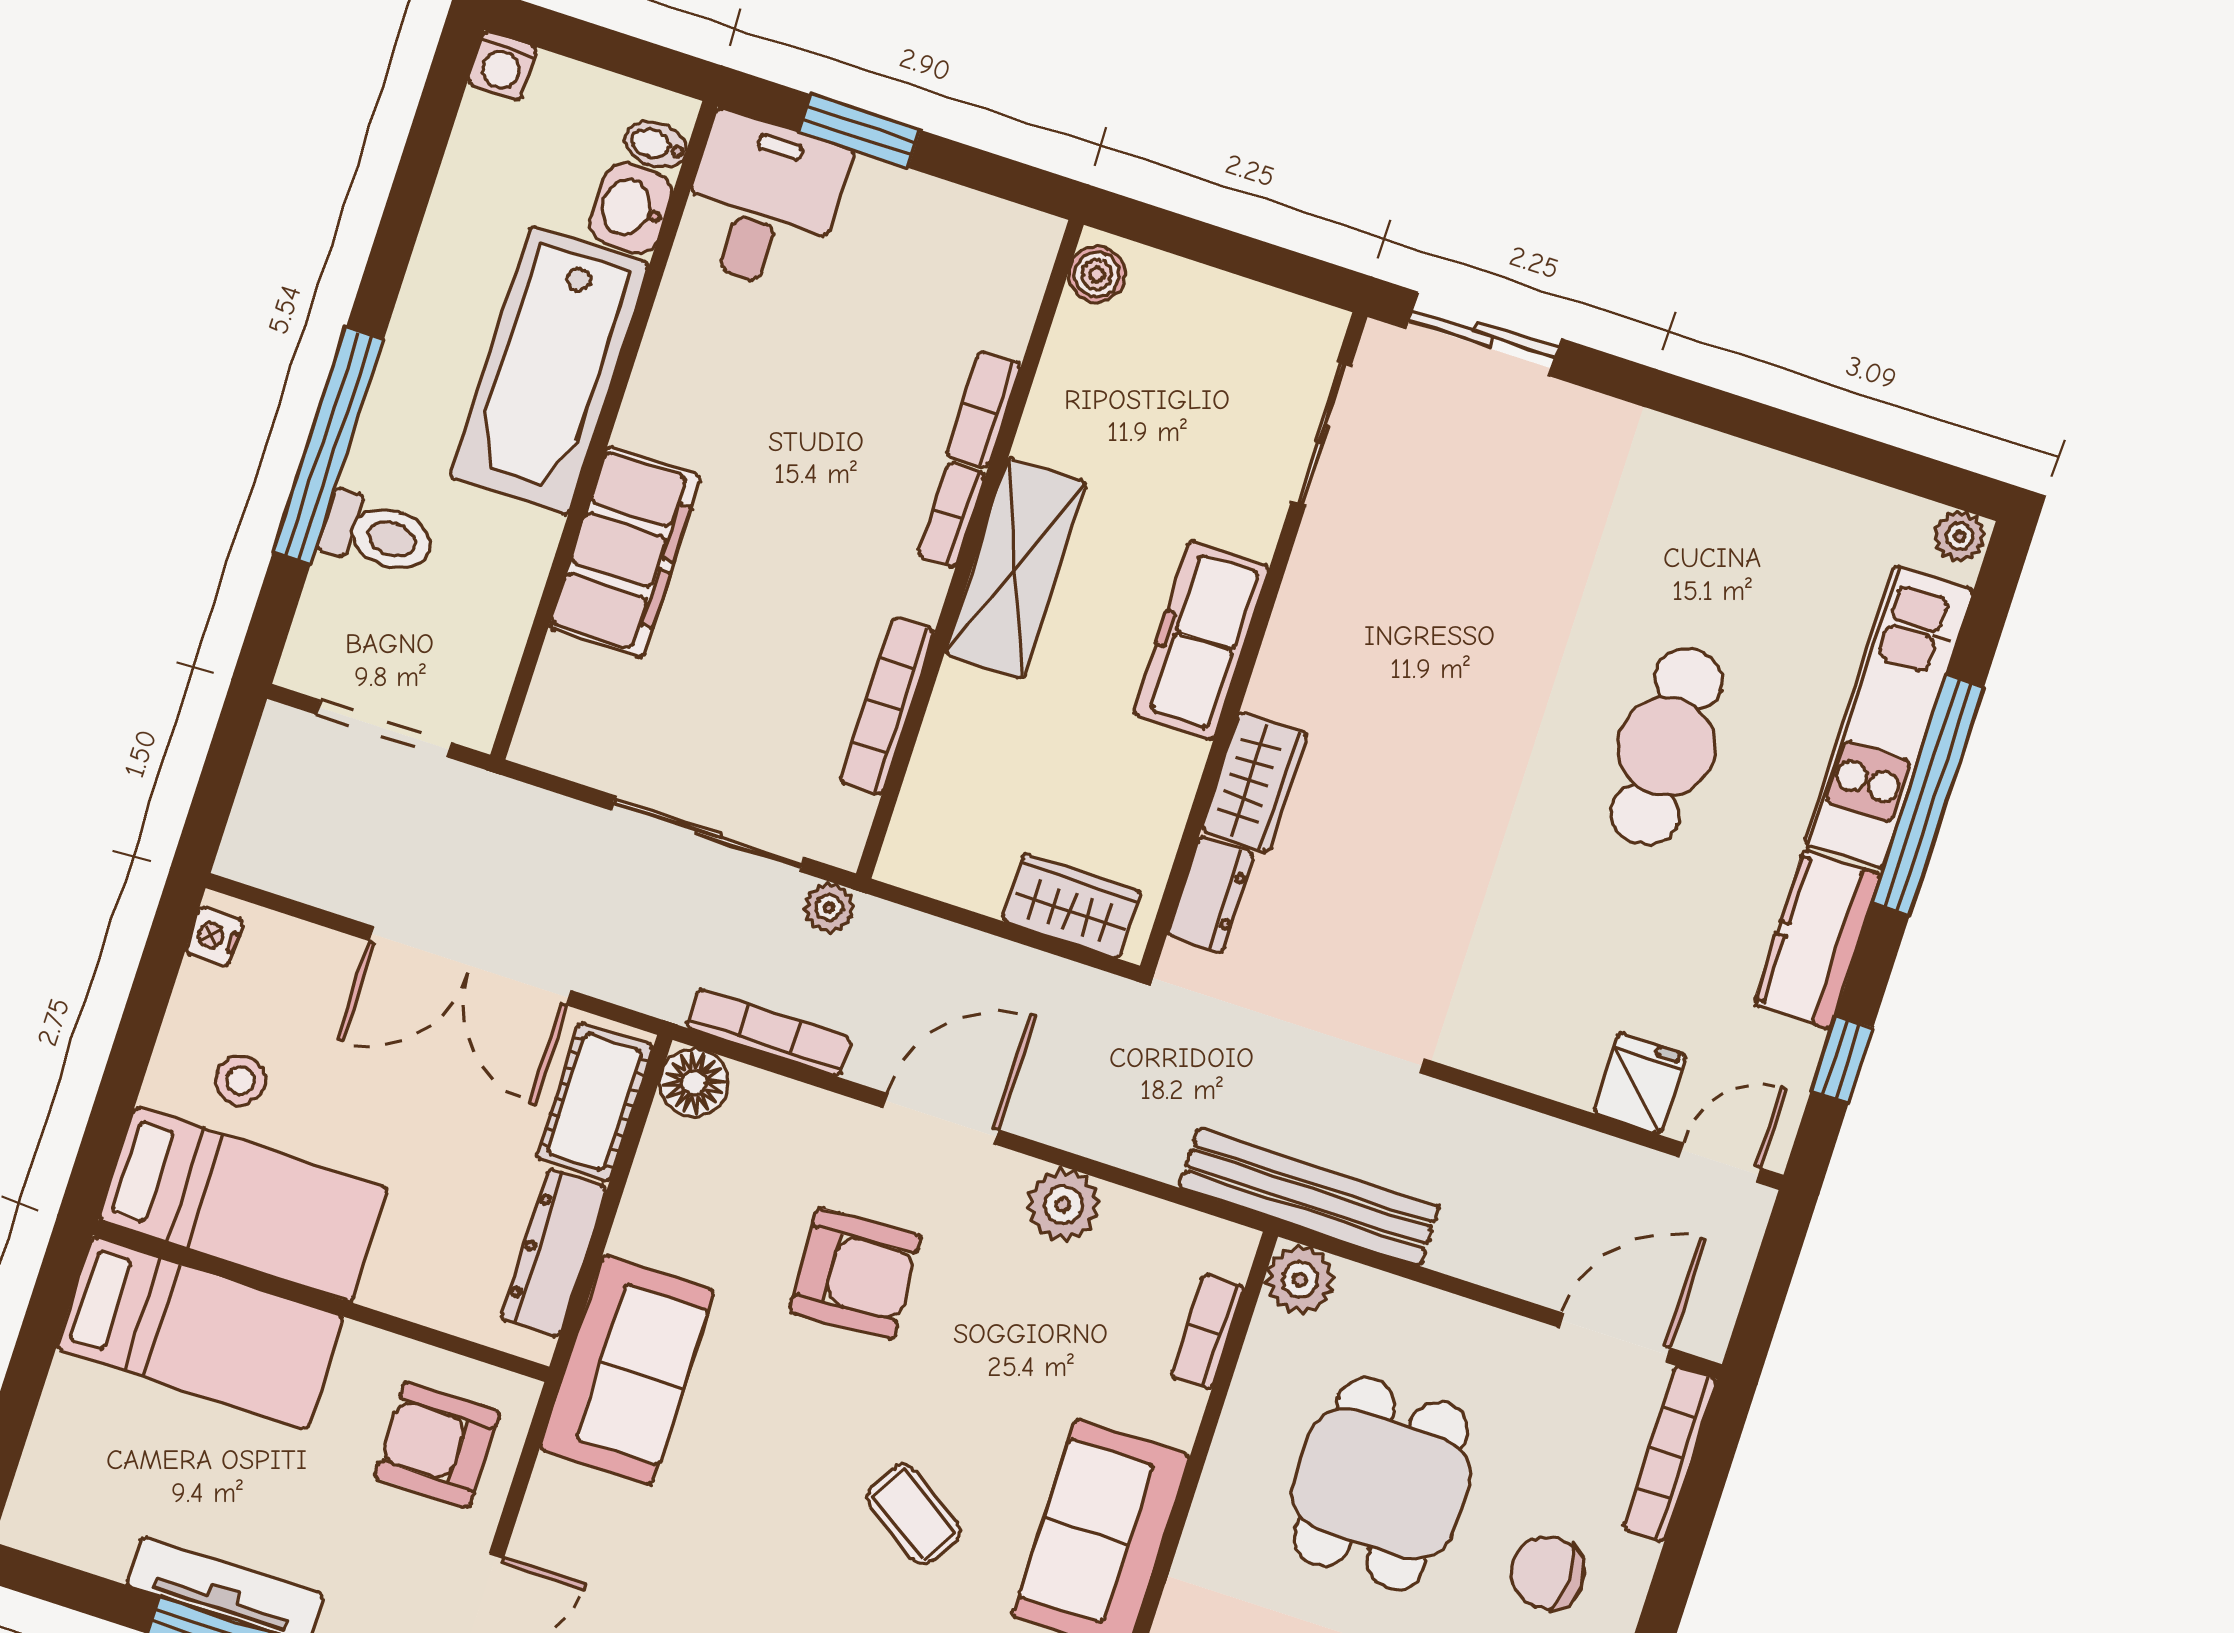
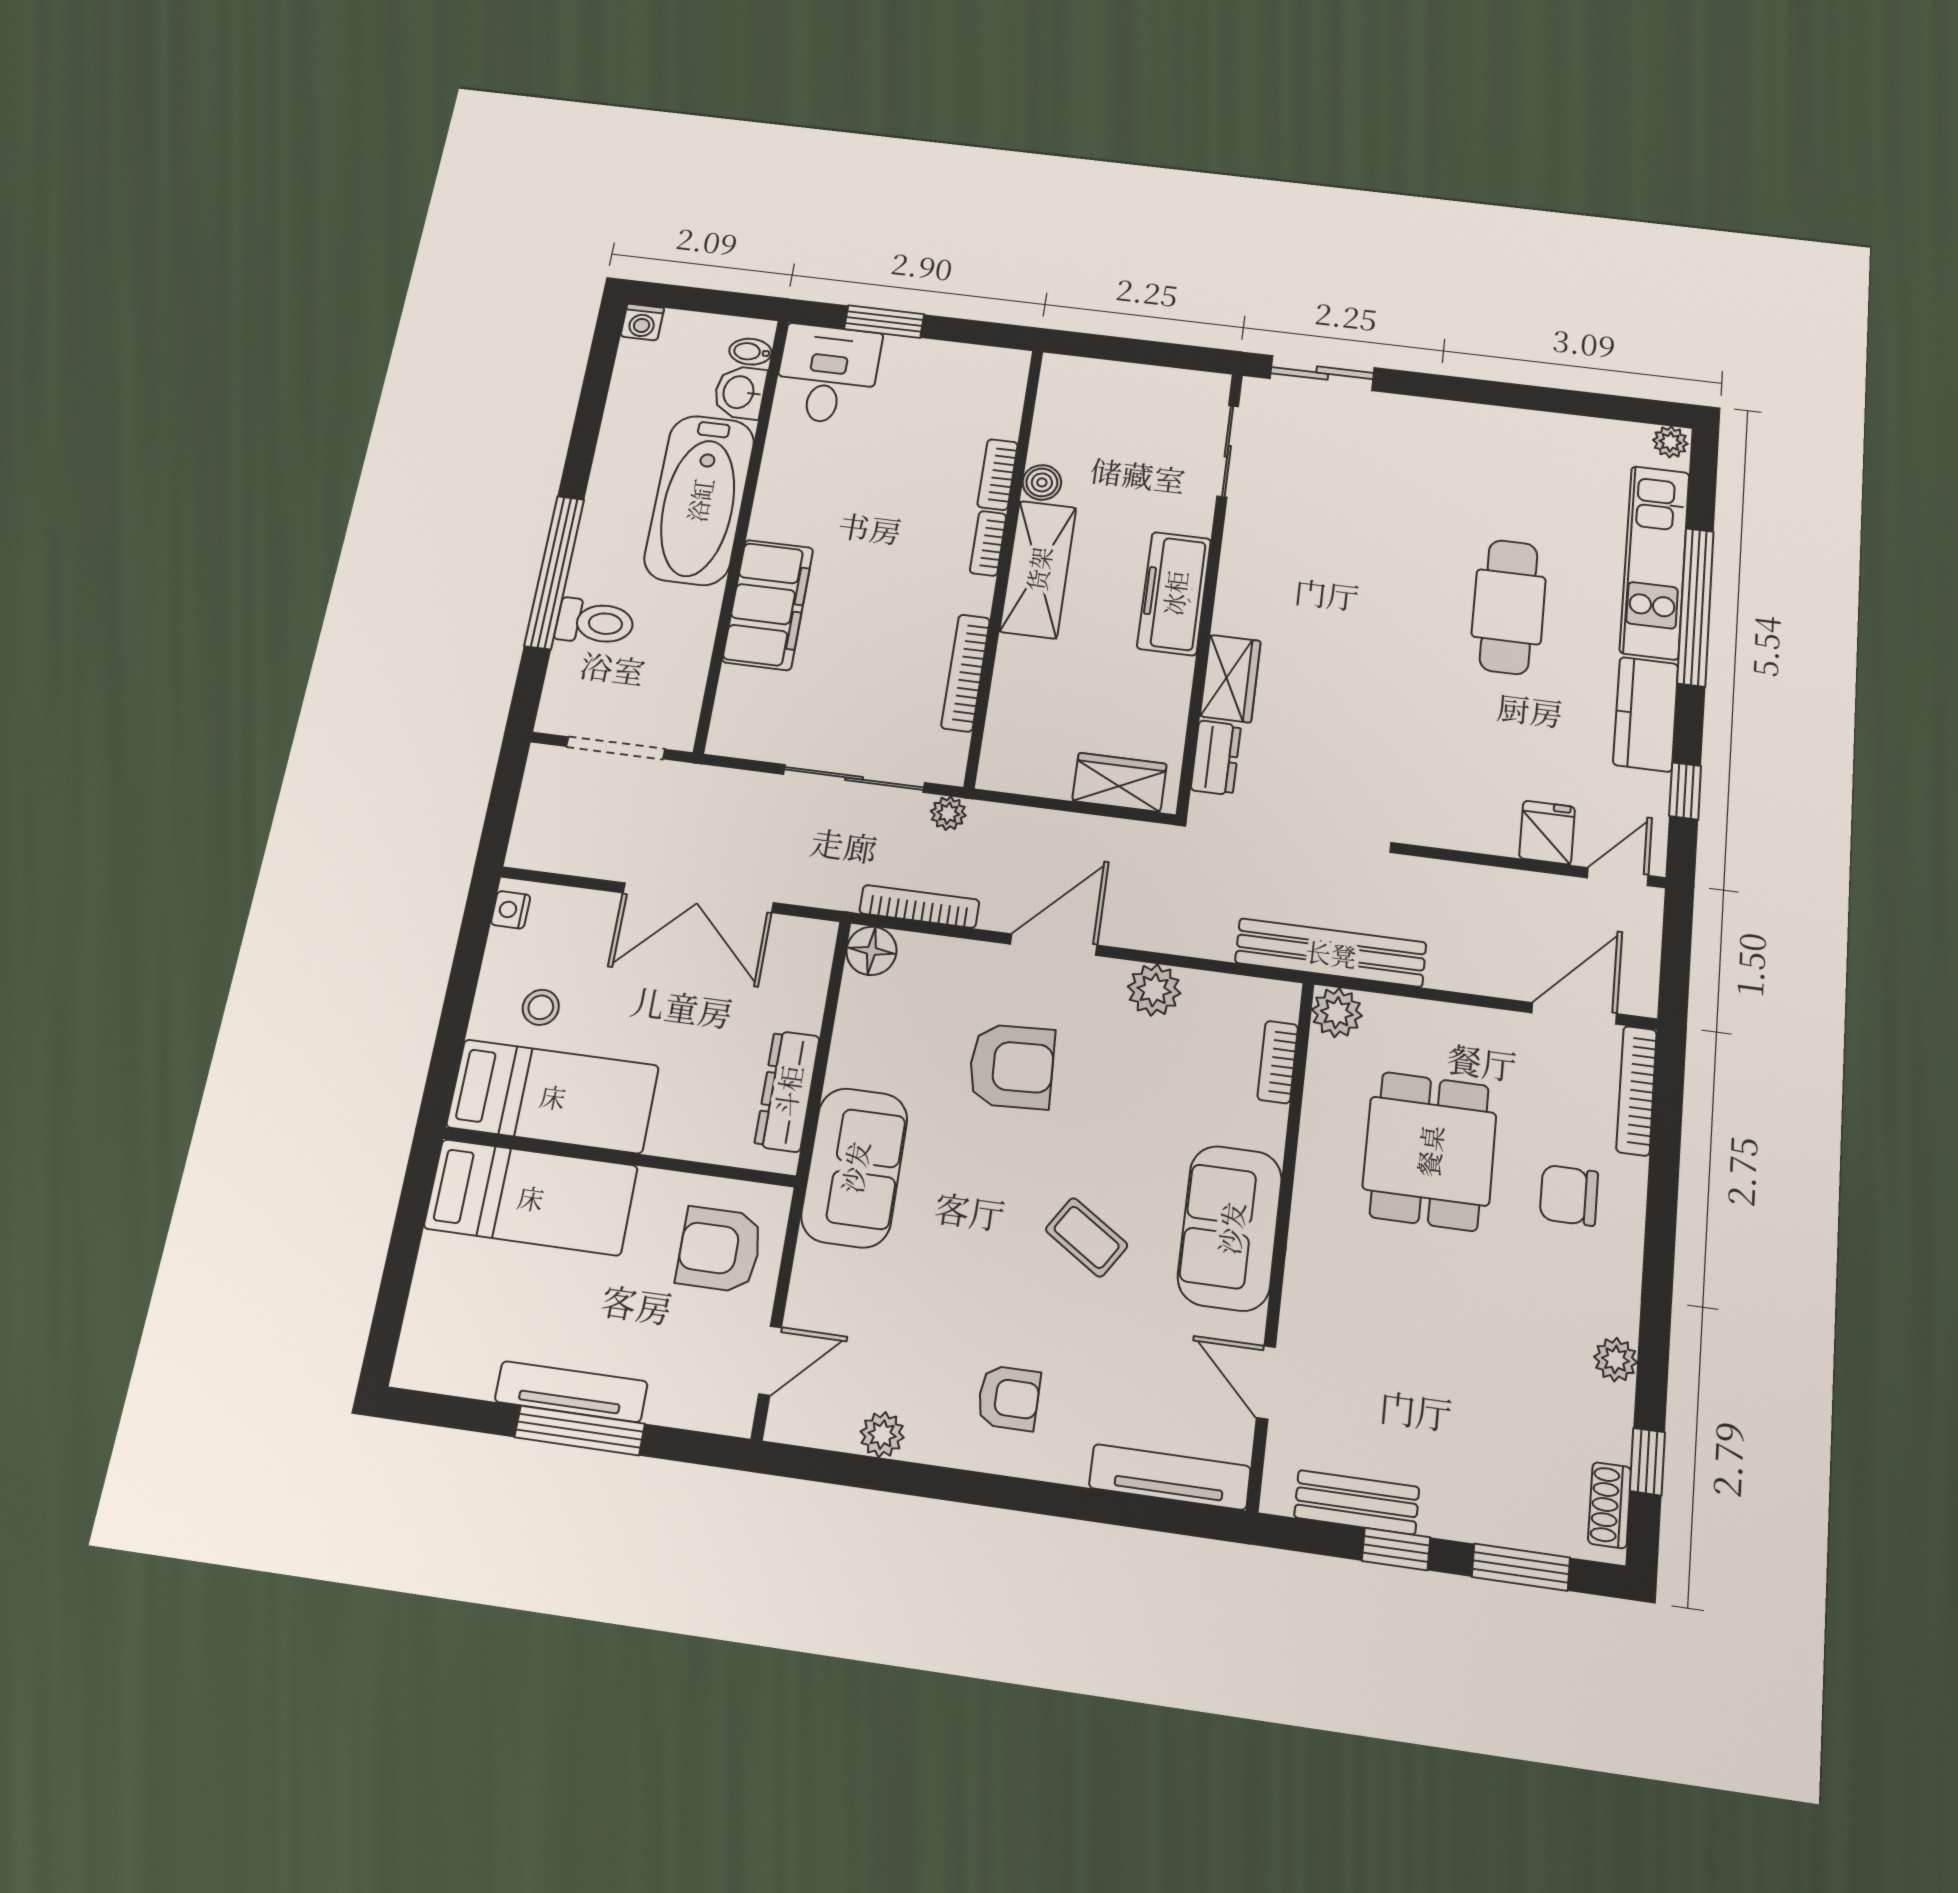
boiler: (1097, 275) -> (1042, 482), moved
cot: (594, 1102) -> (801, 977), removed

